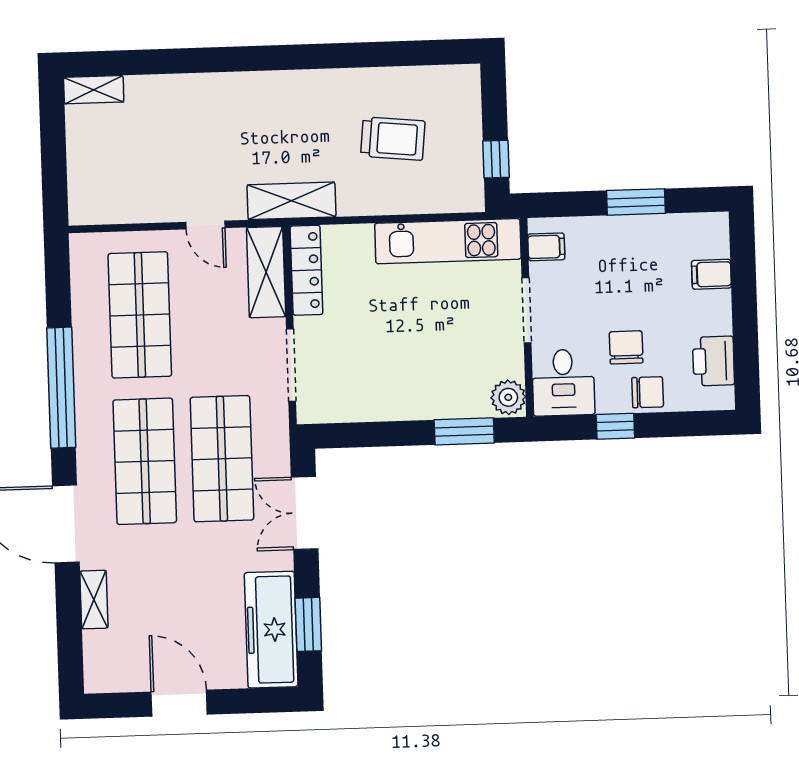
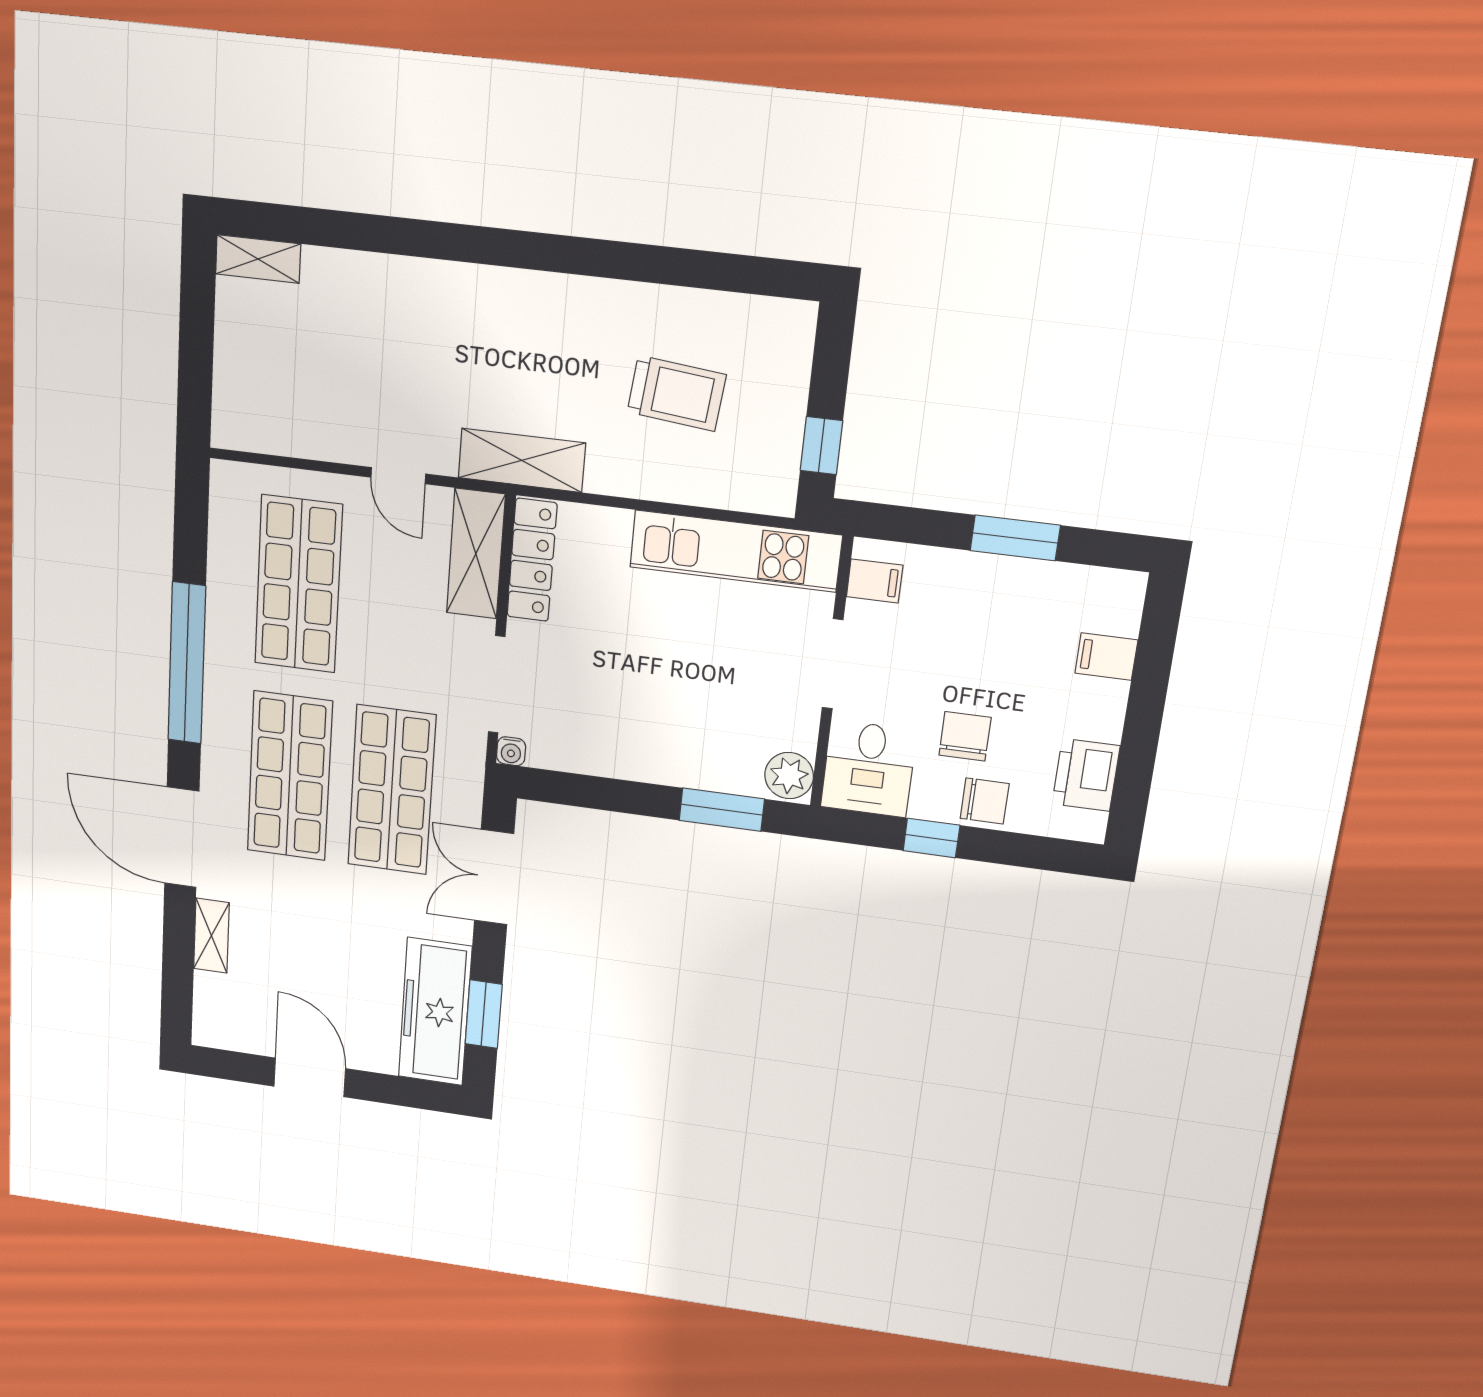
water cooler: (307, 414) -> (511, 751), added

